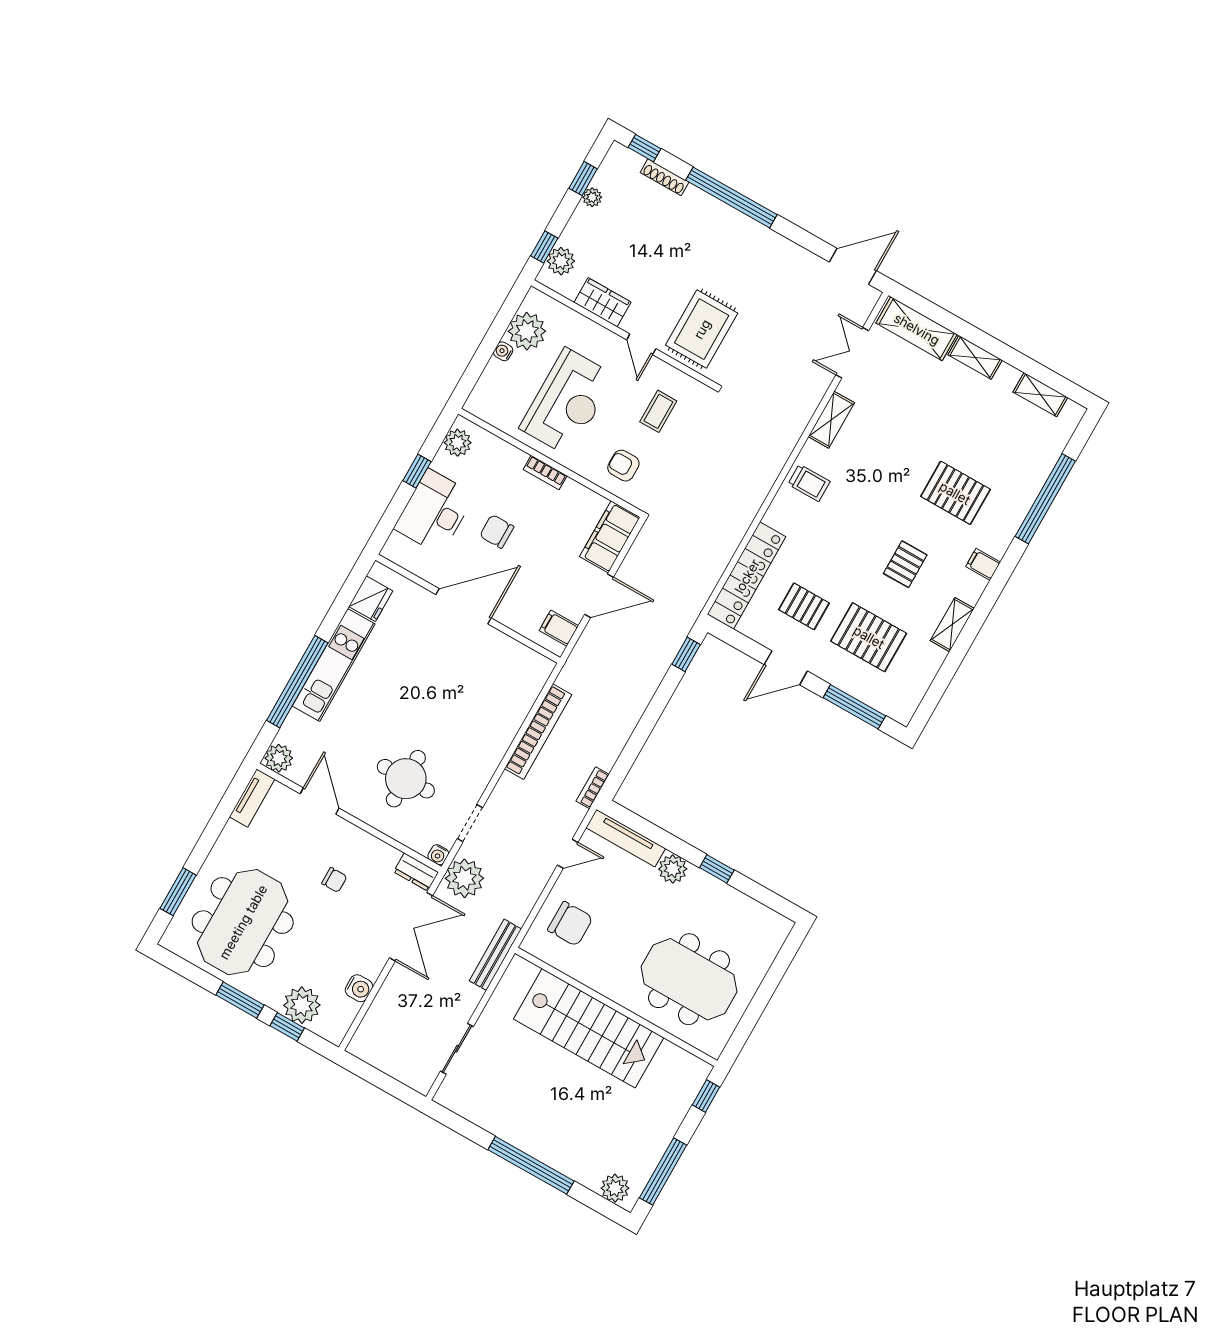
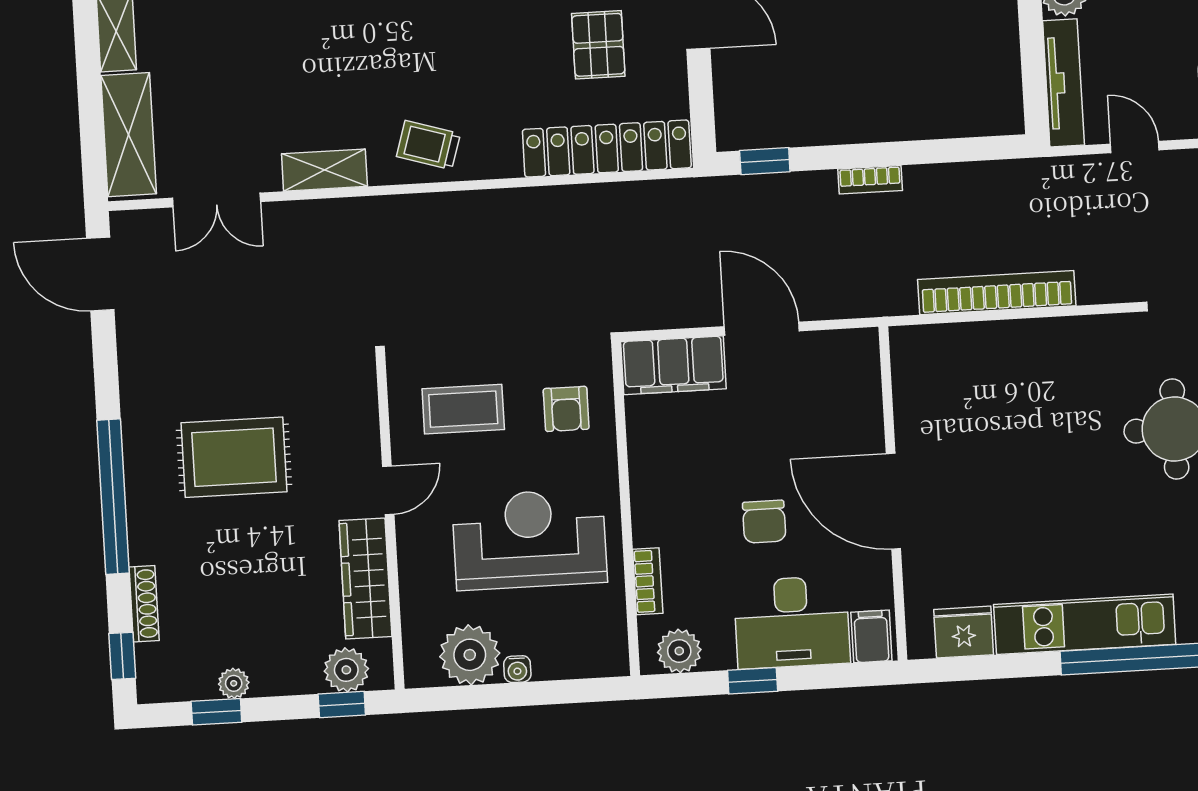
wardrobe: (602, 302) -> (365, 578), width x1.50
rug: (702, 329) -> (234, 457), moved
coffee table: (658, 411) -> (463, 409), width x1.36, depth x1.30
bookcase: (545, 473) -> (648, 581), moved
trolley: (809, 483) -> (428, 145), turned -73
filing cabinet: (559, 628) -> (871, 636), moved, turned 180
bookcase: (593, 788) -> (870, 180), moved

